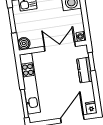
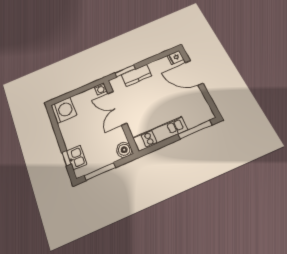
kitchen unit: (30, 83) -> (160, 134), width x0.73

